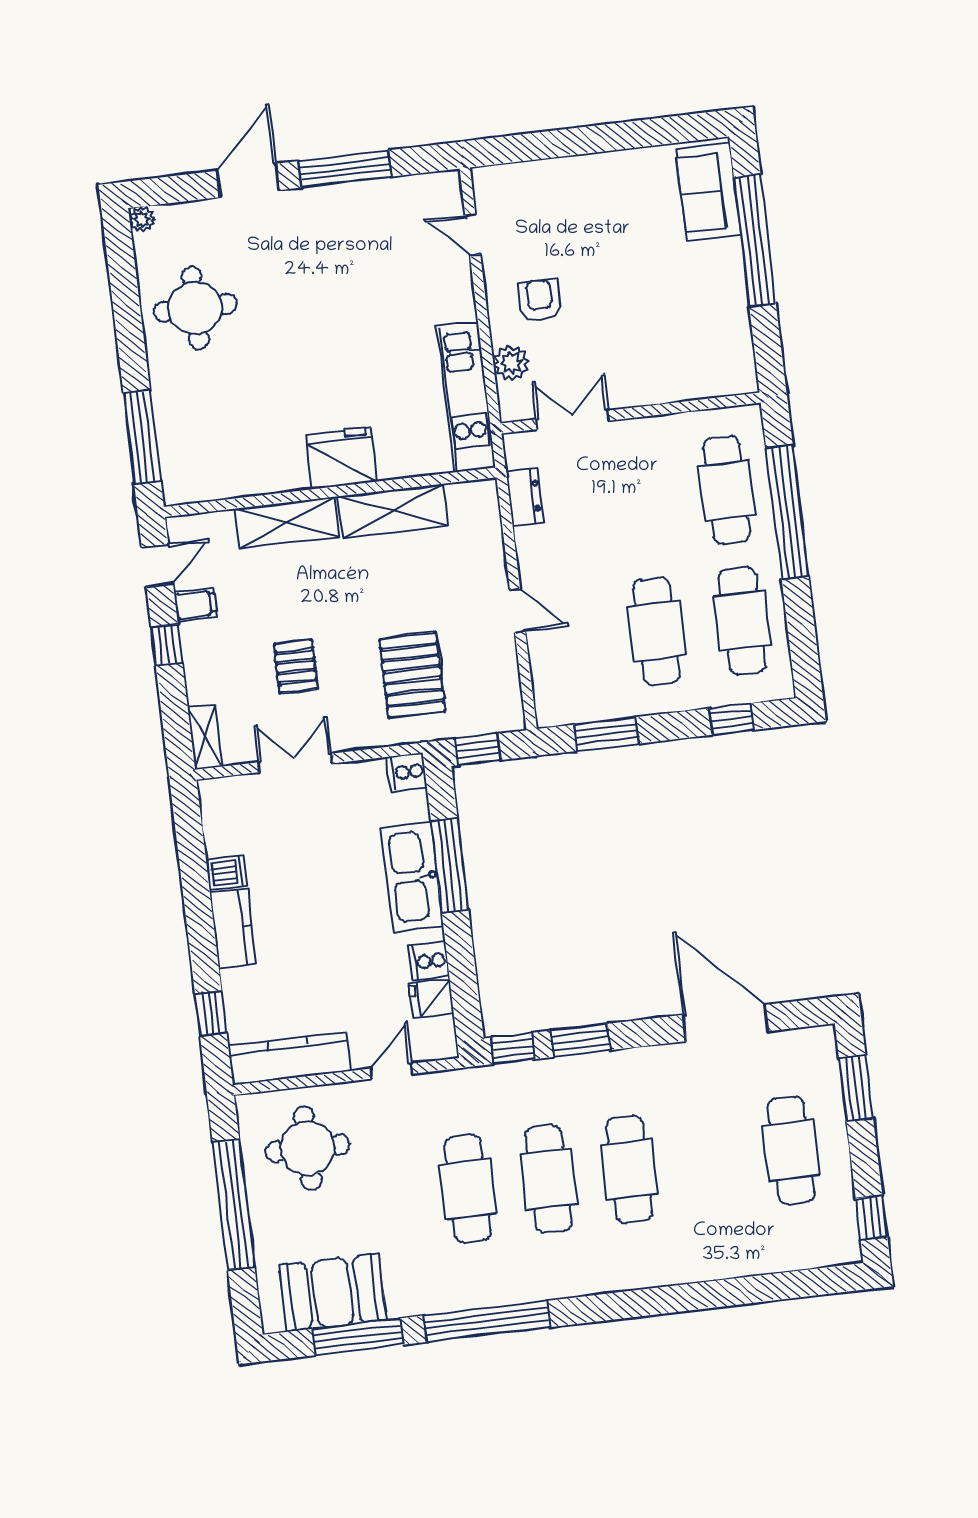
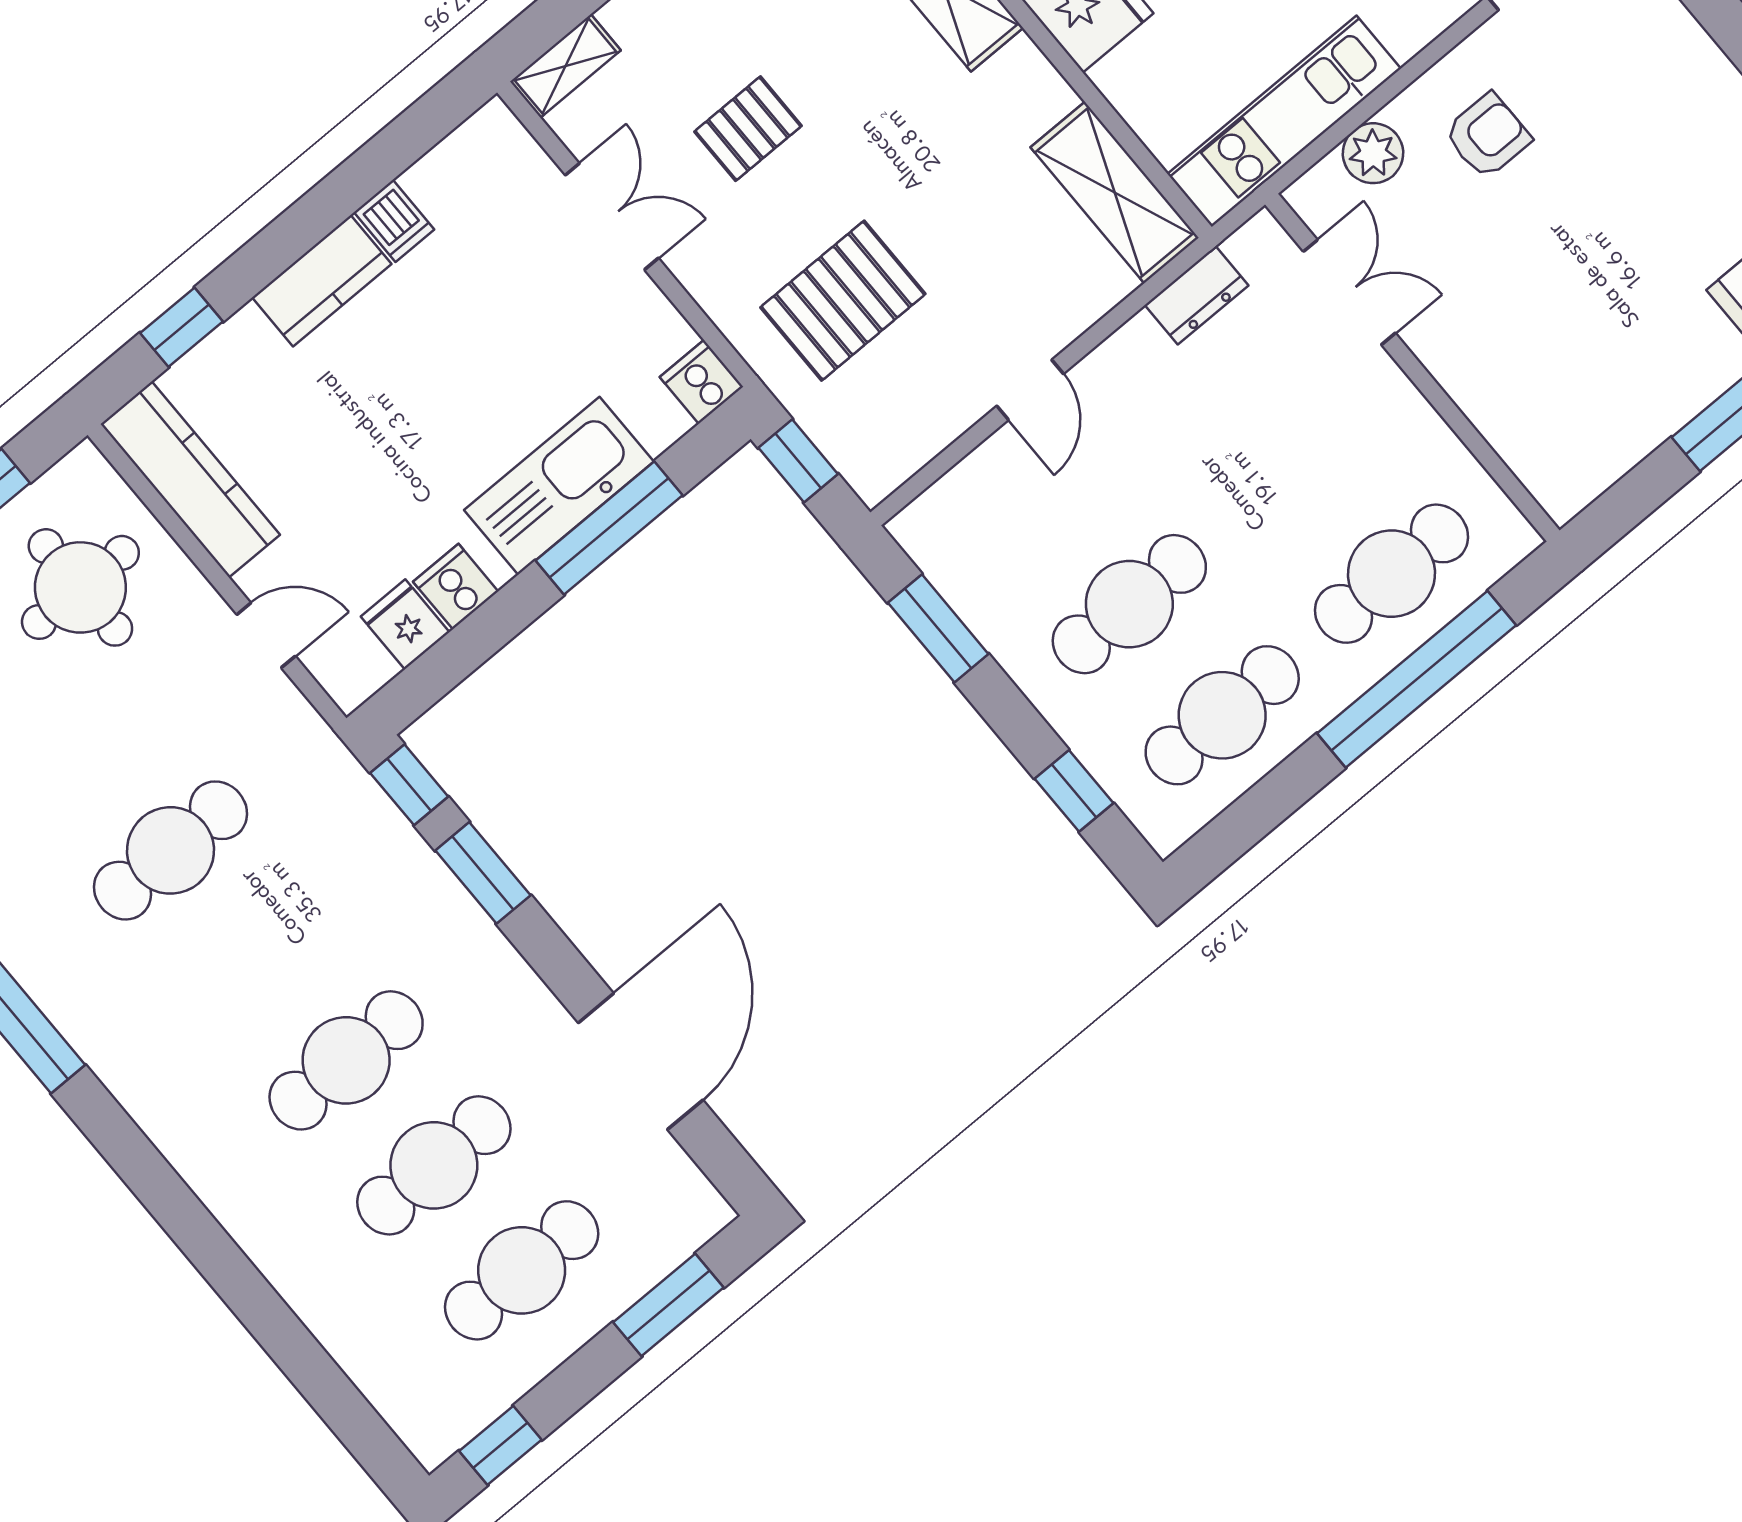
shelving: (393, 511) -> (1115, 192), moved
cafe table: (549, 1179) -> (434, 1165), moved

